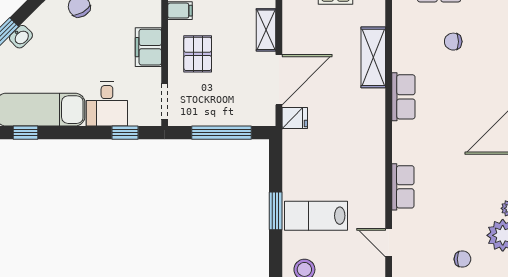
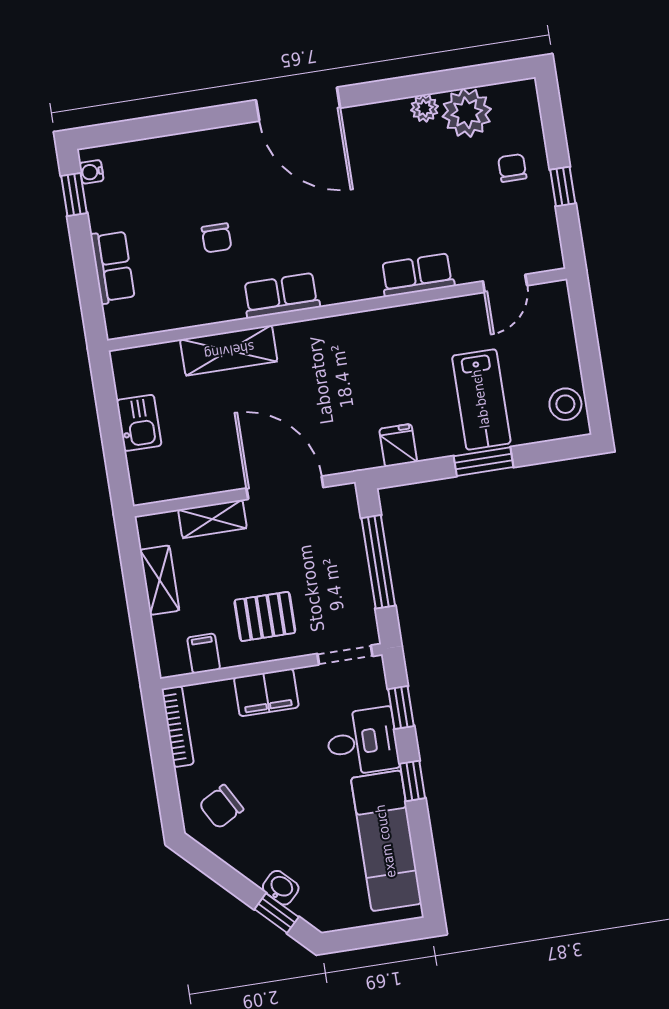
chair: (453, 42) -> (217, 238), moved
fridge: (295, 118) -> (398, 445), moved
window: (25, 133) -> (413, 781), moved

